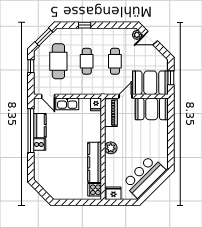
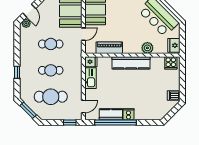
window: (31, 66) -> (70, 123), moved
door: (125, 96) -> (83, 34), swing flipped
kitchen sink: (67, 104) -> (91, 78), moved
piano: (111, 113) -> (109, 48), moved
plant: (111, 148) -> (147, 48), moved
kitchen counter: (95, 162) -> (131, 63), moved
dishwasher: (60, 193) -> (174, 96), added

